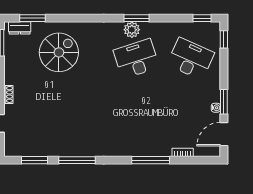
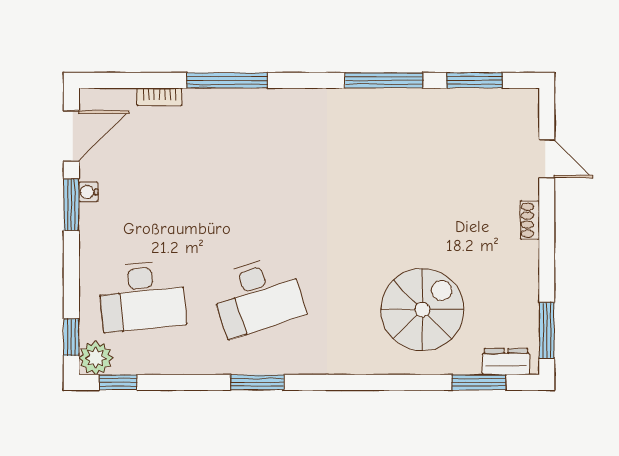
plant: (132, 30) -> (96, 358), moved
spiral stairs: (59, 52) -> (422, 310), turned 180
desk: (191, 59) -> (142, 296), turned -30

